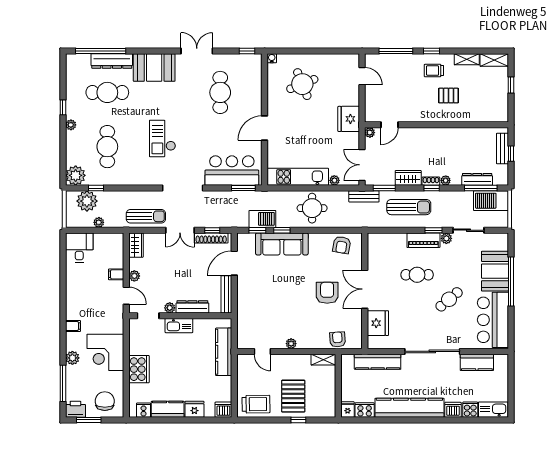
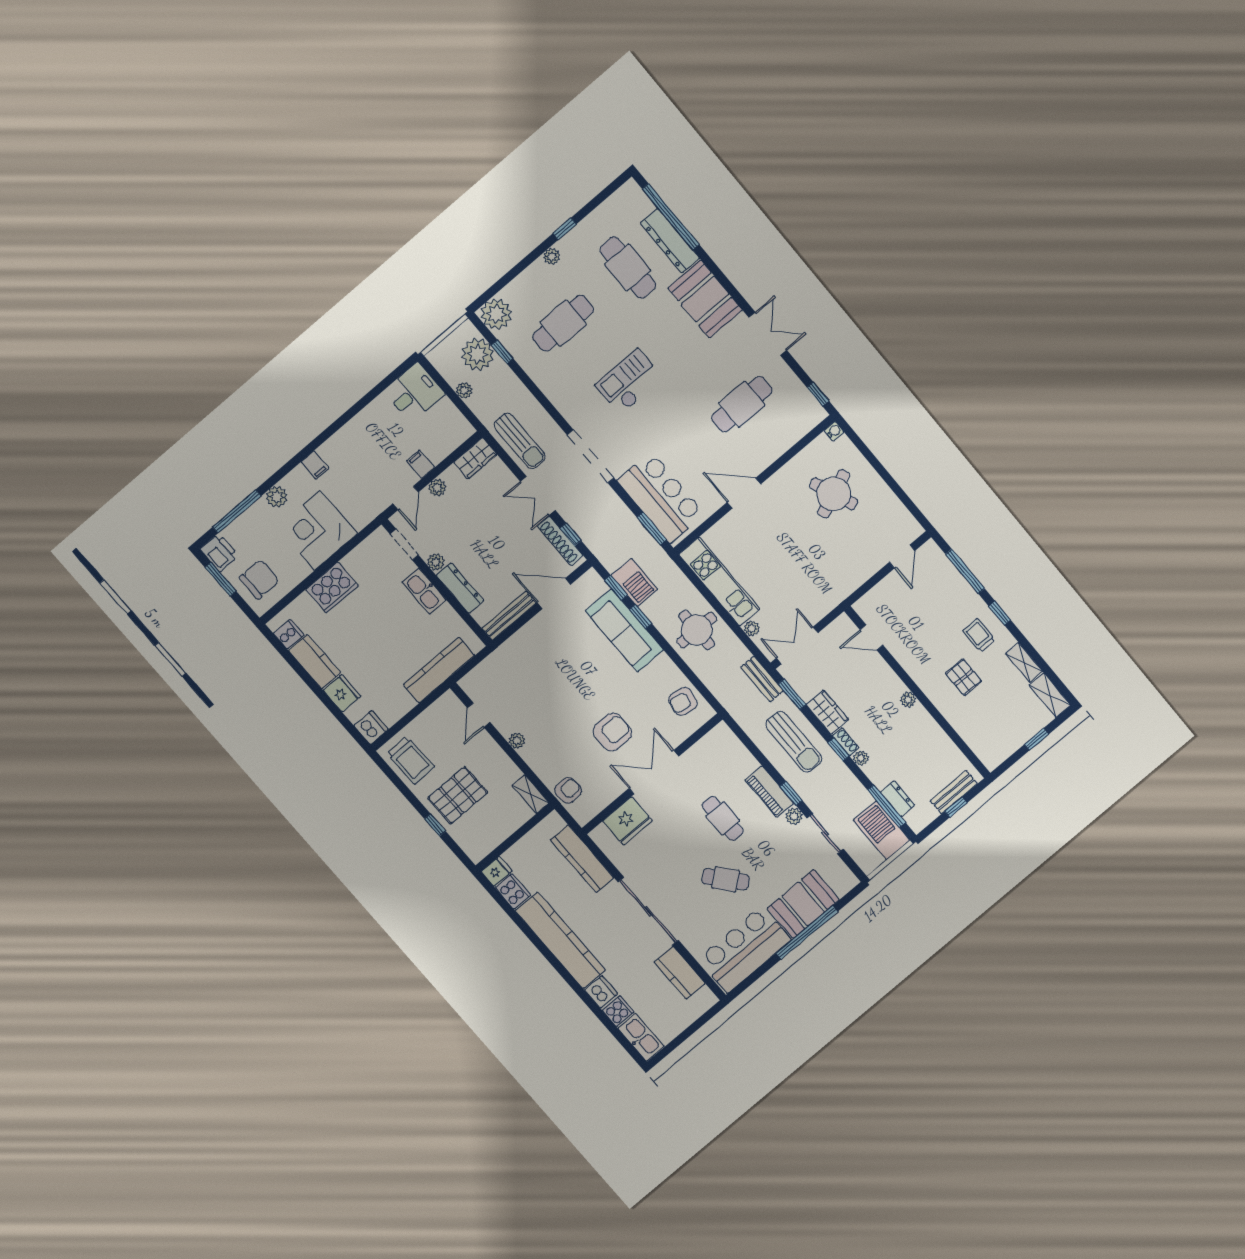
fridge: (349, 119) -> (838, 584), removed
plant: (370, 133) -> (908, 700), moved
dresser: (477, 179) -> (898, 799), width x0.70

